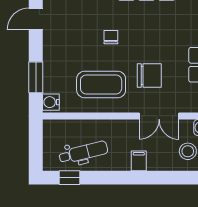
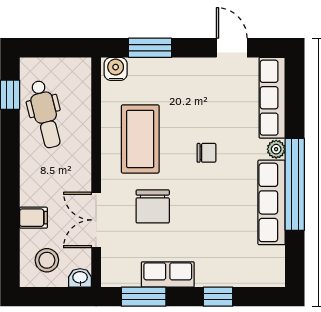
filing cabinet: (139, 161) -> (34, 218), moved

